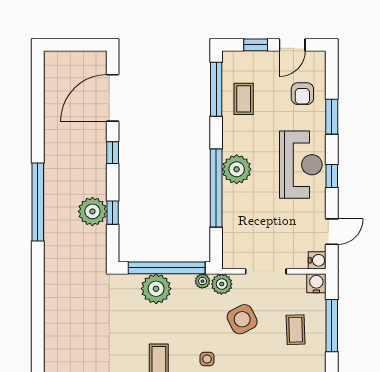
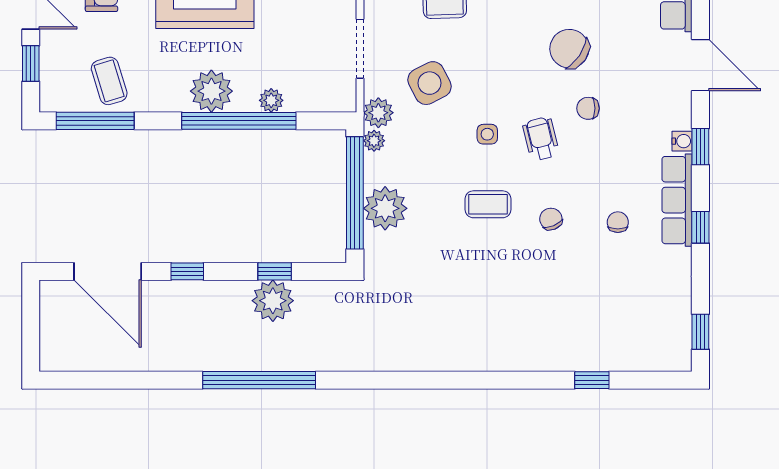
coffee table: (244, 99) -> (109, 81), turned 73
plant: (230, 210) -> (271, 100), added

